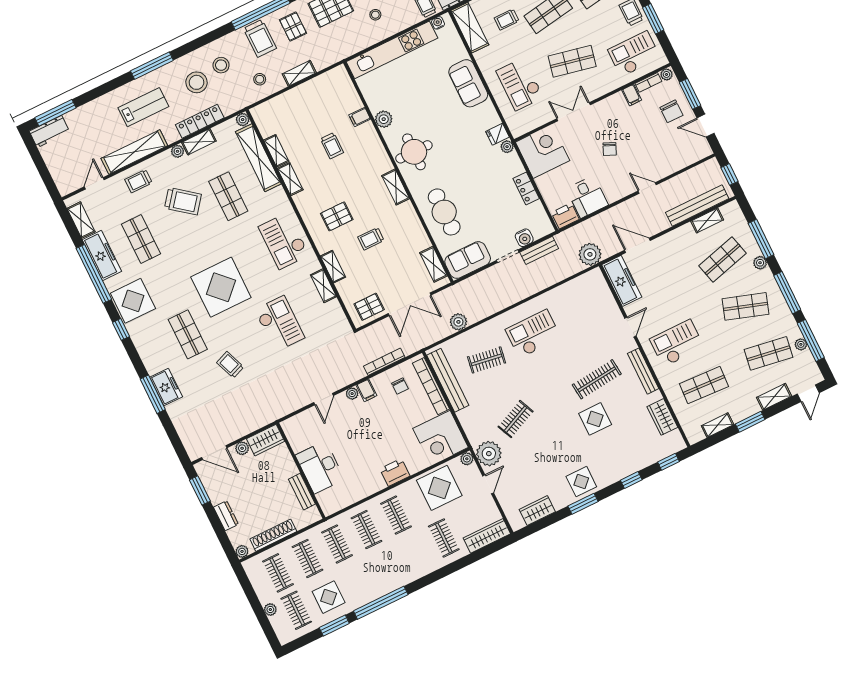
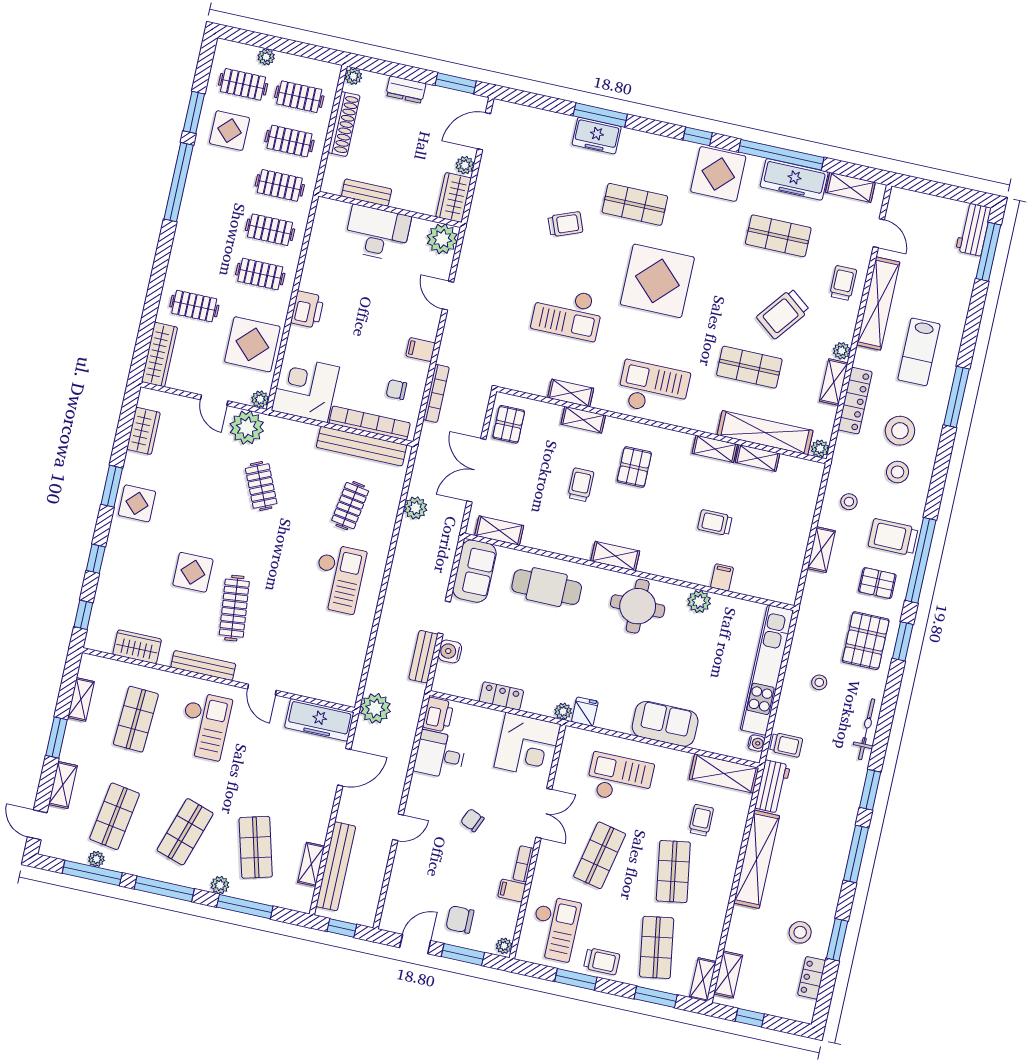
bookcase: (648, 82) -> (523, 864), moved
plant: (352, 394) -> (442, 239), moved, width x1.88, depth x1.88

